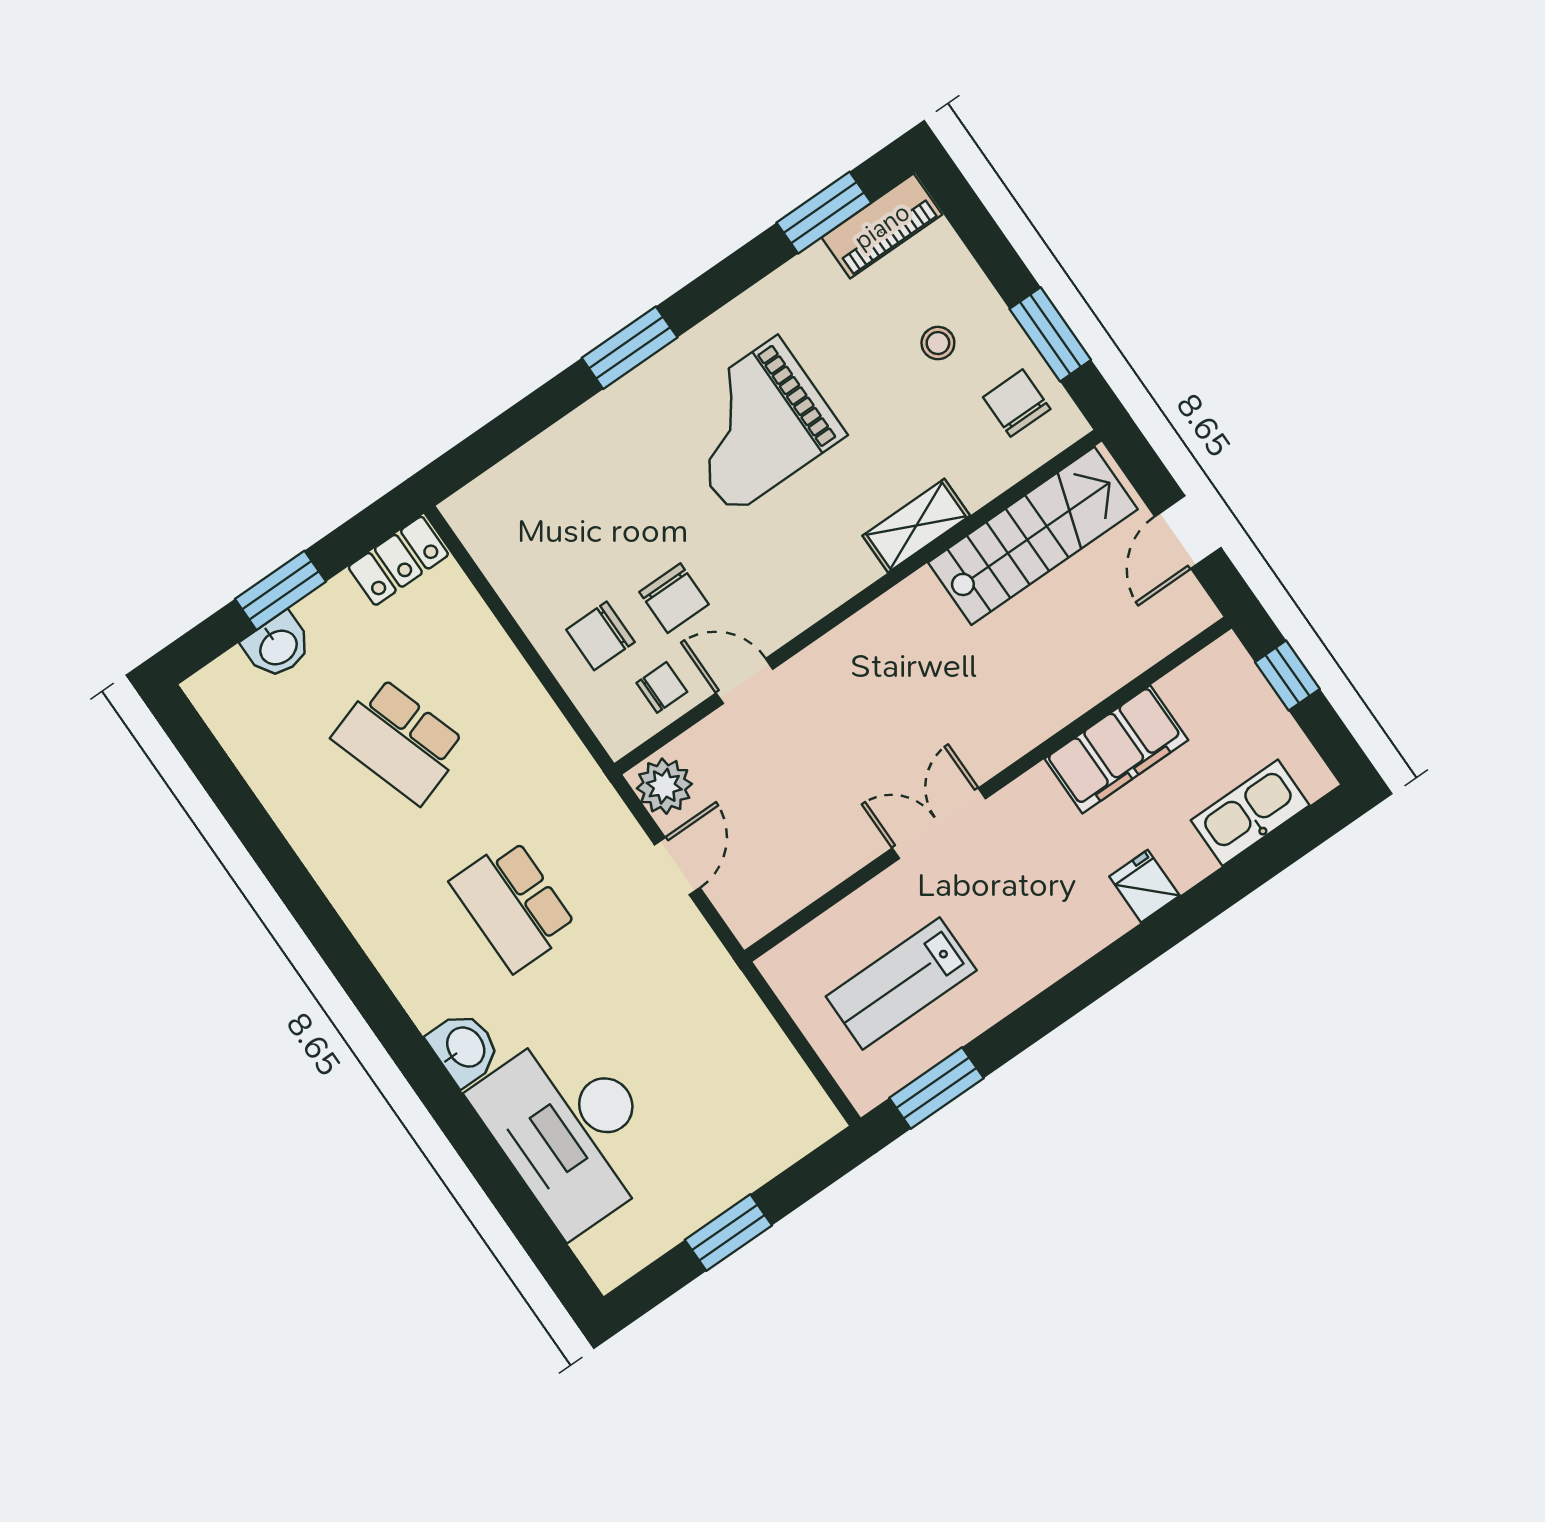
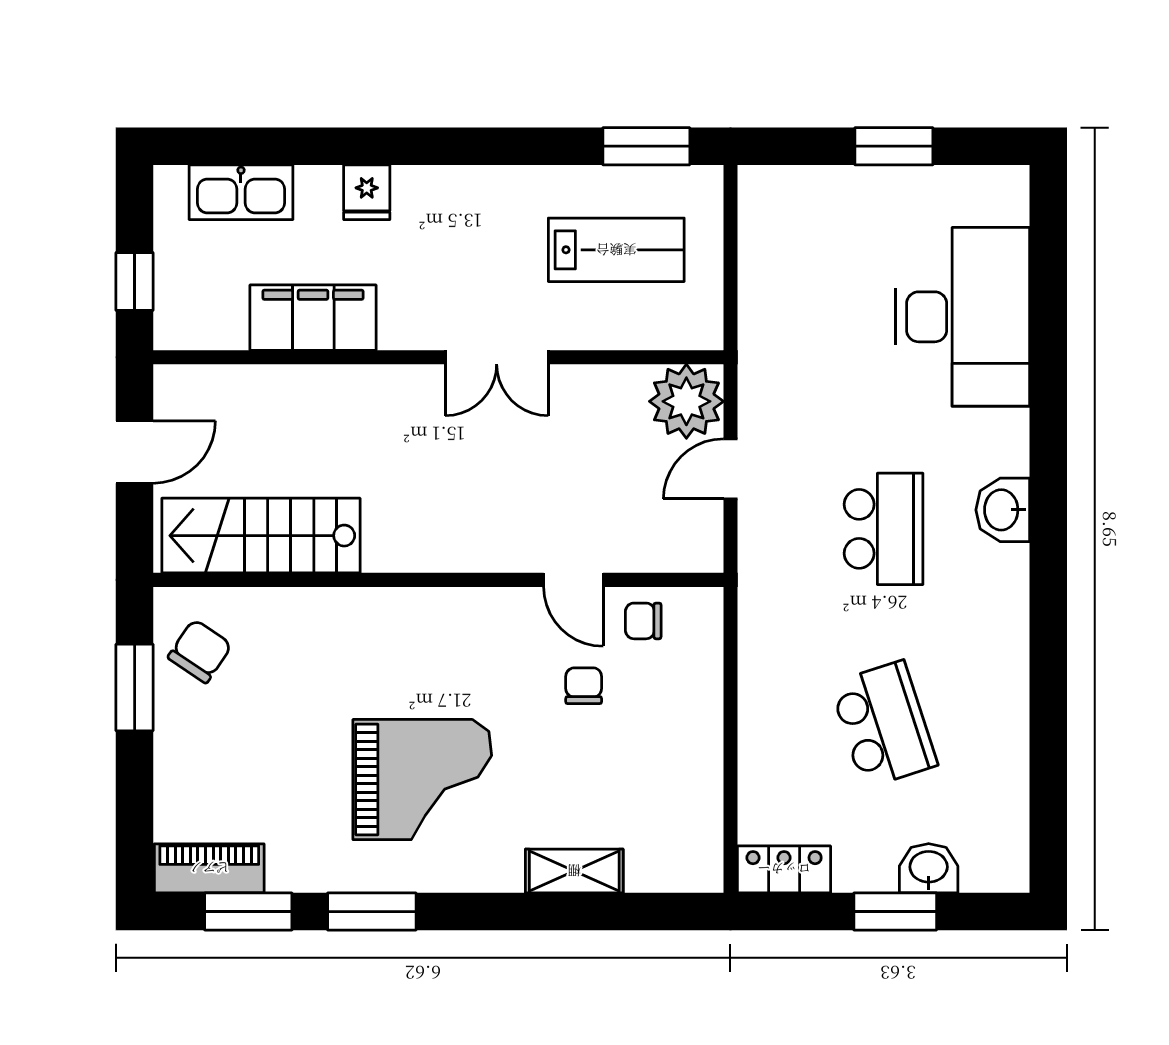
stool: (938, 343) -> (230, 743), removed
window: (630, 348) -> (372, 912), moved
chair: (1017, 403) -> (200, 651), turned -146
shelving: (916, 526) -> (574, 871), moved
chair: (674, 598) -> (584, 686), width x0.73, depth x0.73
chair: (600, 636) -> (664, 696), removed
plant: (664, 786) -> (686, 401), moved, width x1.36, depth x1.36
washbasin: (464, 1048) -> (1003, 510), moved

